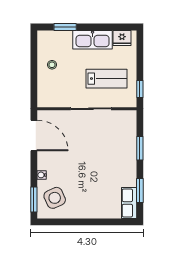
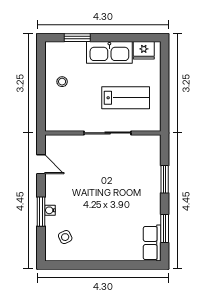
window: (140, 89) -> (165, 110), removed
door: (34, 135) -> (41, 164), width x0.53
side table: (55, 198) -> (65, 237), width x0.54, depth x0.54
window: (34, 199) -> (41, 212), moved

